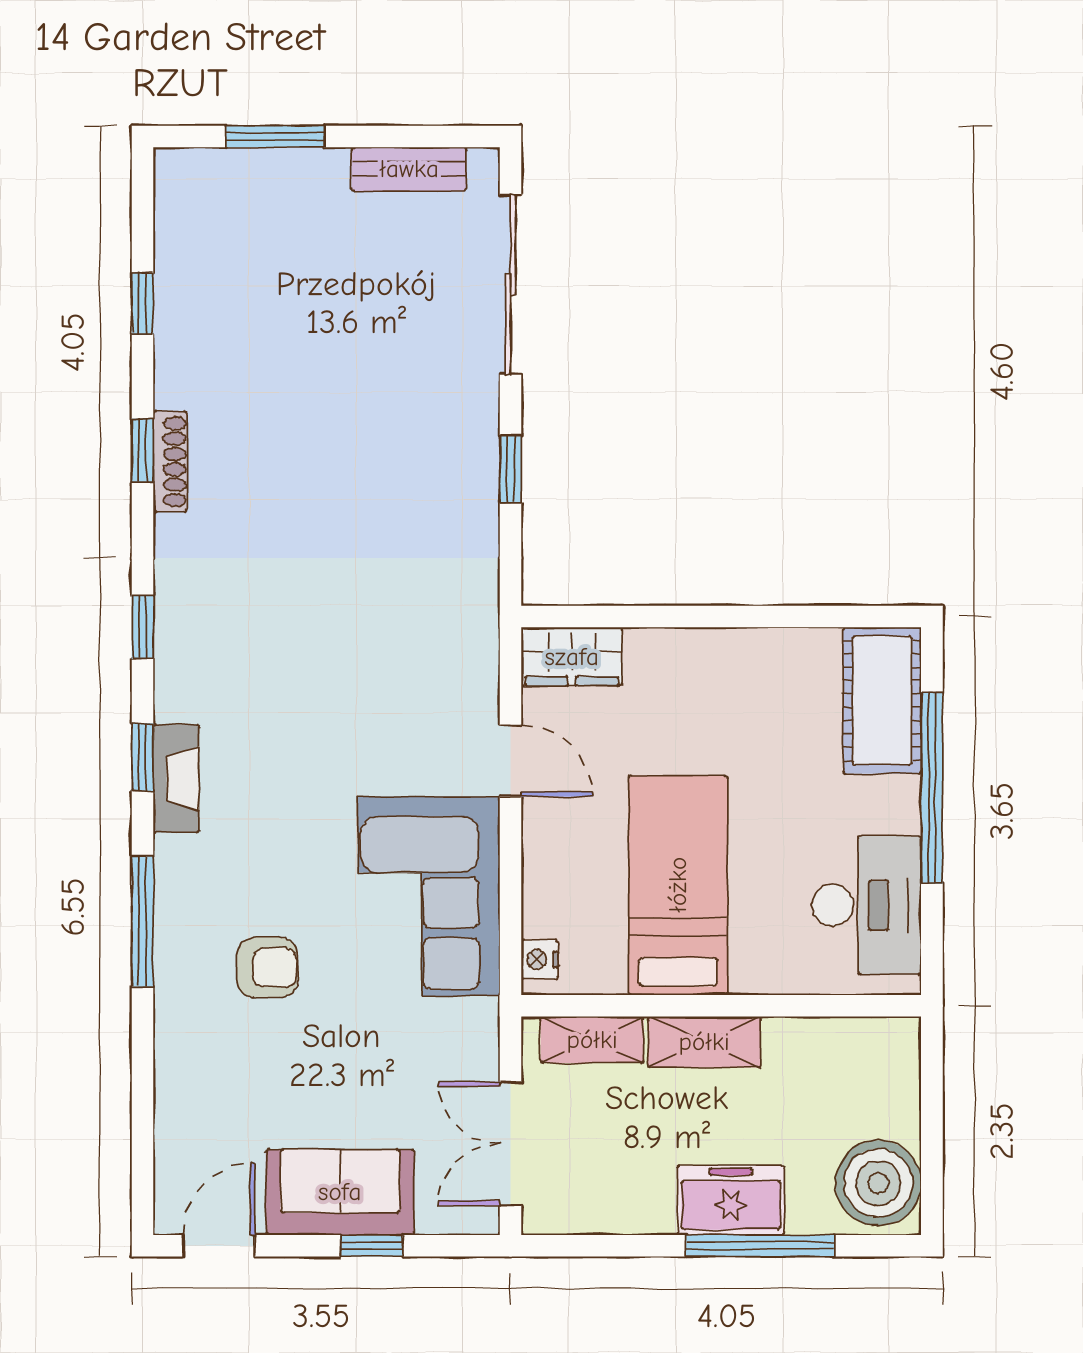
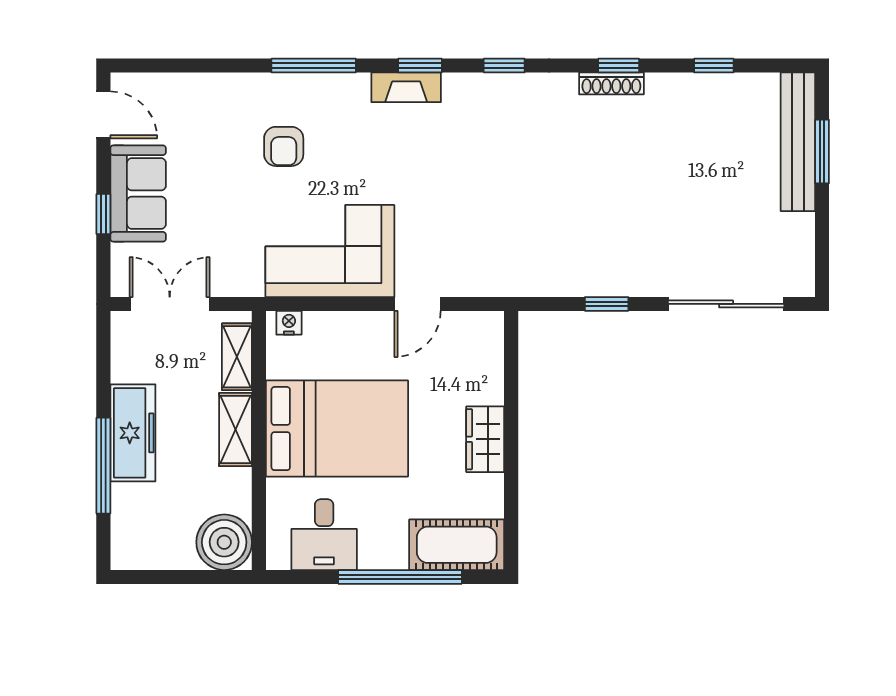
bench: (409, 169) -> (798, 142), moved, width x1.86, depth x1.21
wardrobe: (572, 657) -> (485, 439), moved
bed: (678, 885) -> (337, 429), width x1.50
desk: (867, 905) -> (324, 535), width x0.73
boiler: (878, 1183) -> (224, 542), moved
freezer: (731, 1200) -> (133, 433), width x1.40

